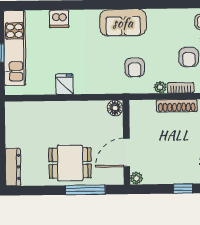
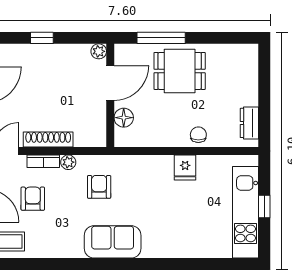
dishwasher: (59, 19) -> (191, 247), removed
floor lamp: (115, 108) -> (124, 118), moved
chair: (54, 111) -> (198, 135), added
dresser: (13, 167) -> (249, 123), moved, width x0.70

